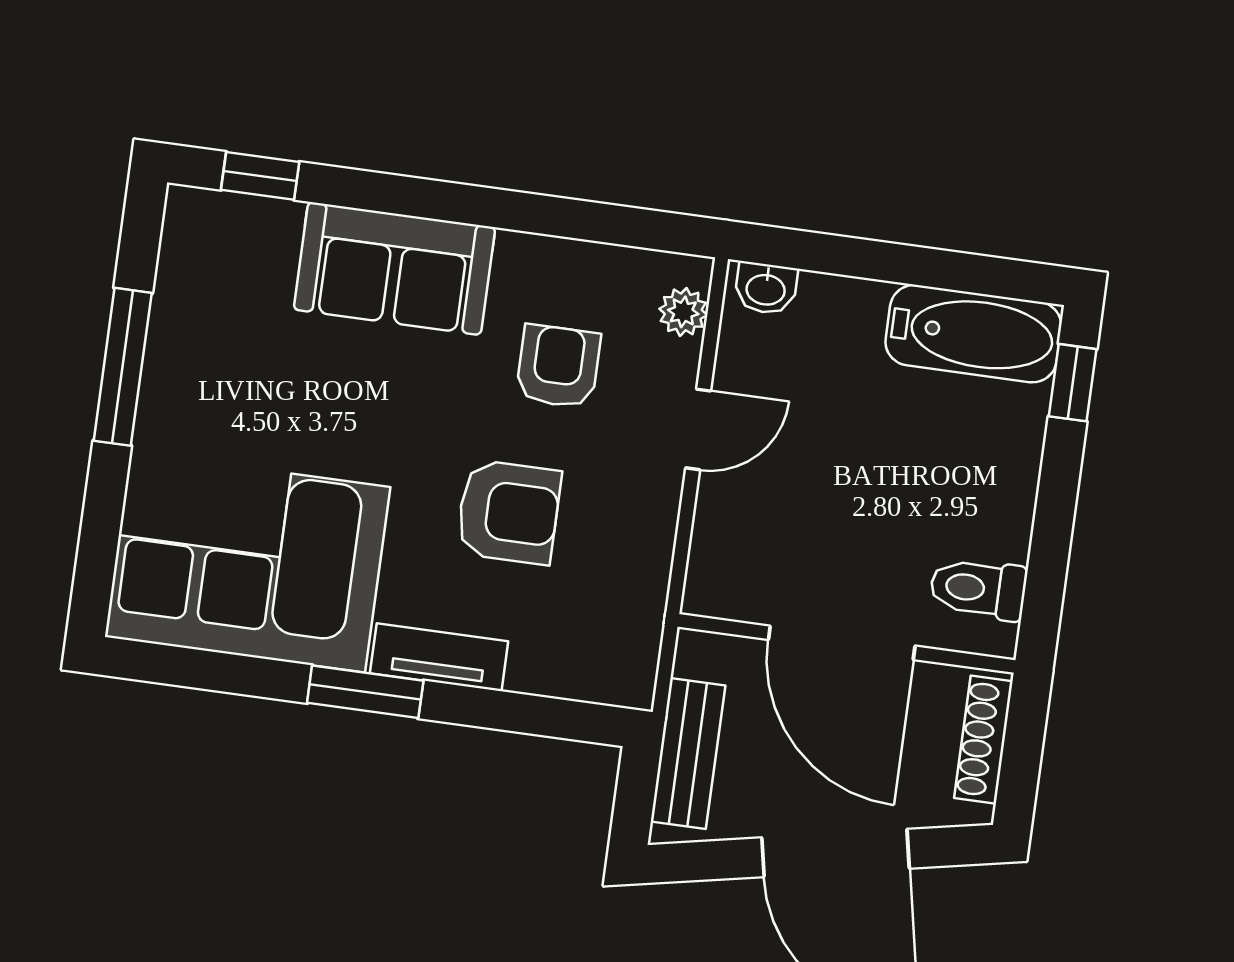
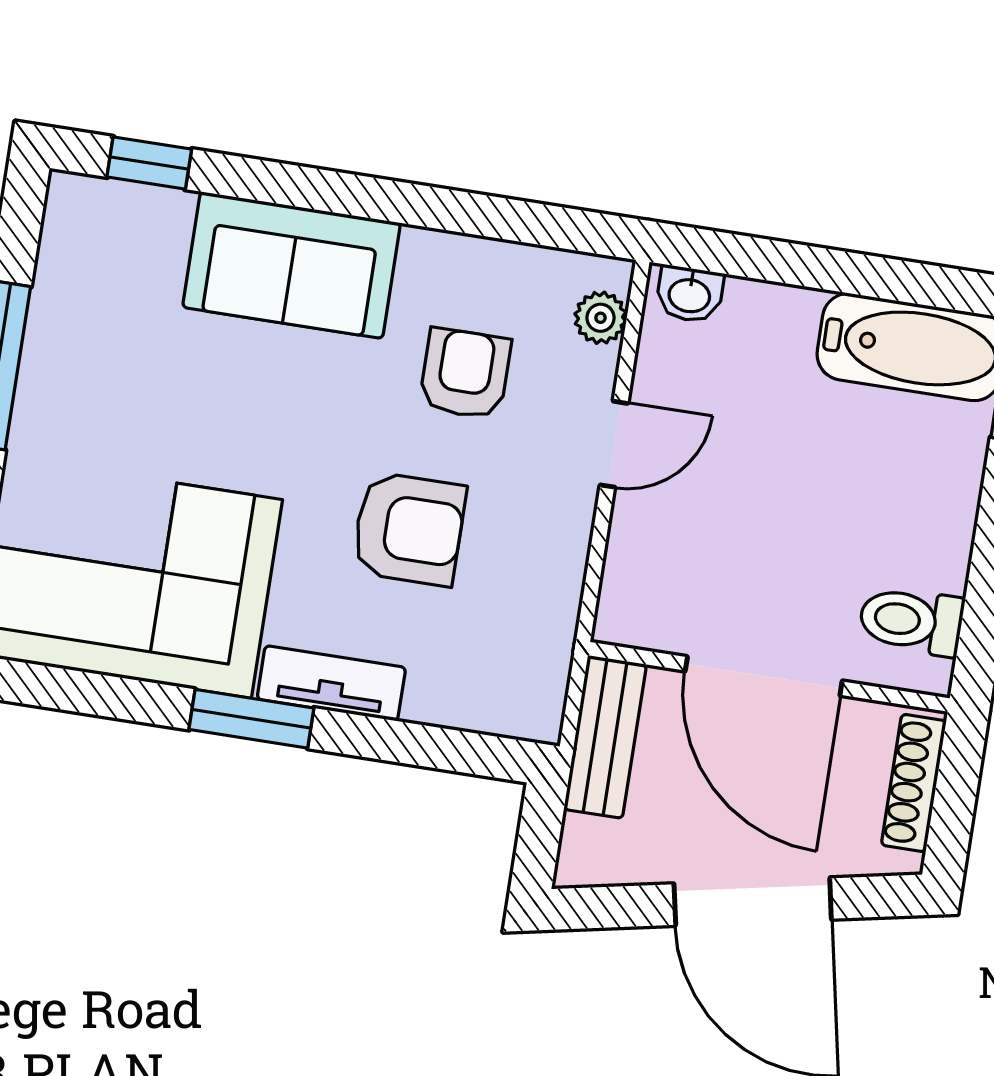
bench: (688, 754) -> (605, 737), moved

